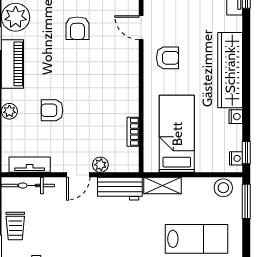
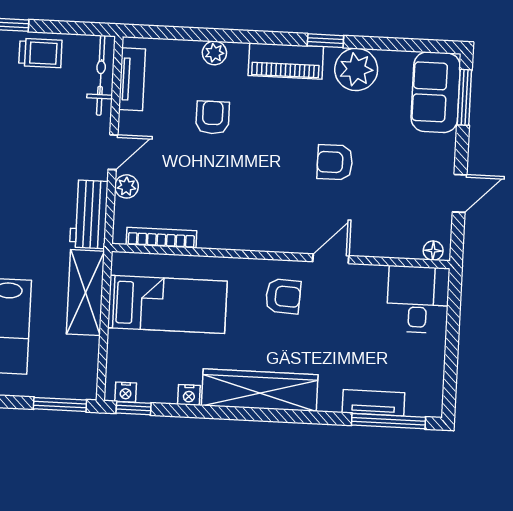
armchair: (167, 58) -> (283, 296), turned -87
bookcase: (133, 132) -> (161, 238), width x1.56
door: (78, 175) -> (113, 152), swing flipped
shelving: (162, 185) -> (85, 293), width x1.50, depth x1.33
stool: (223, 188) -> (82, 371), removed
trolley: (15, 226) -> (40, 53), turned 180

